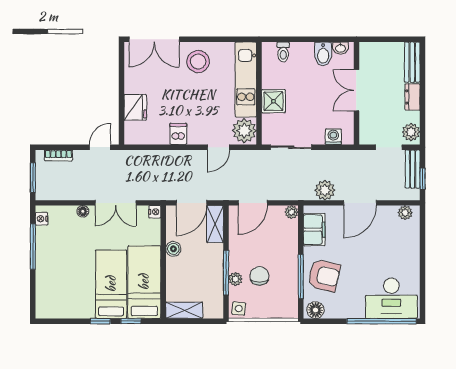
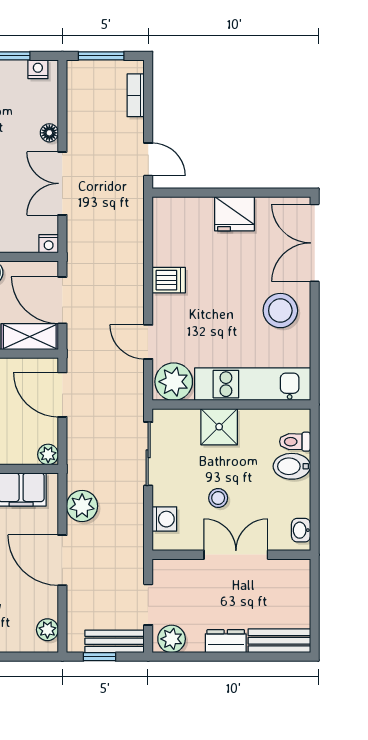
bidet: (323, 54) -> (292, 466), moved
stool: (320, 102) -> (218, 498), added
fridge: (135, 107) -> (234, 214), moved

